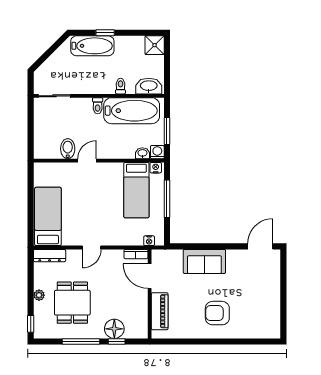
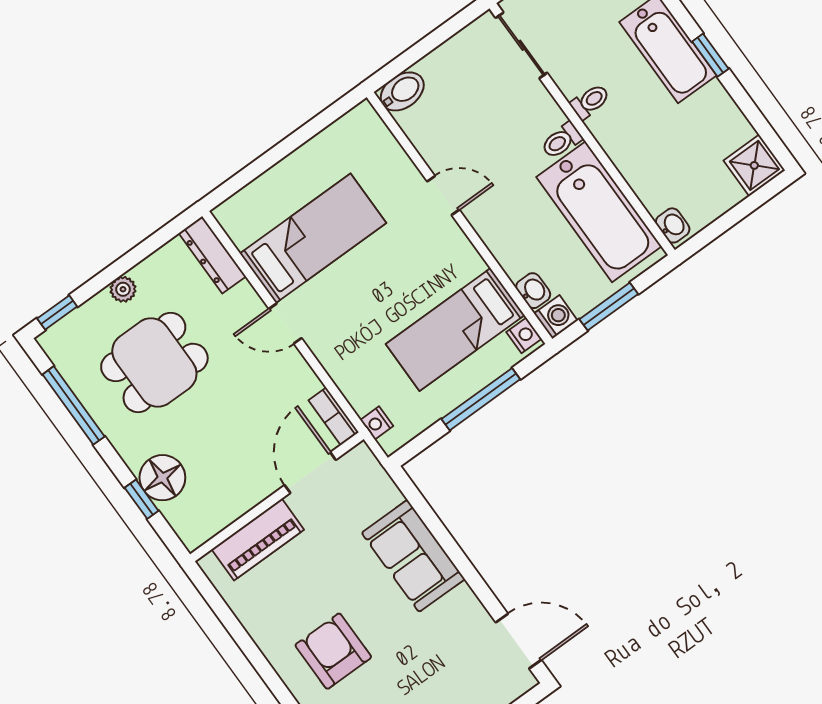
toilet: (121, 86) -> (590, 101), moved
washbasin: (149, 86) -> (673, 225), width x0.52, depth x0.69
bidet: (68, 149) -> (402, 91), moved
bed: (48, 216) -> (313, 238), moved
window: (81, 341) -> (74, 405), moved

